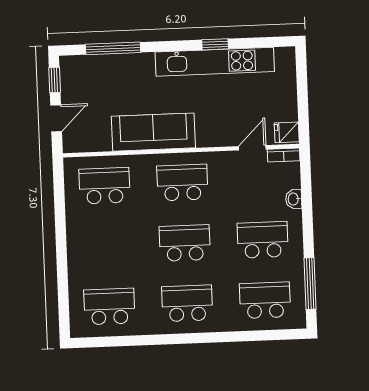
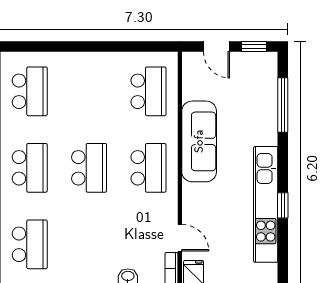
school desk: (263, 240) -> (89, 244), removed

